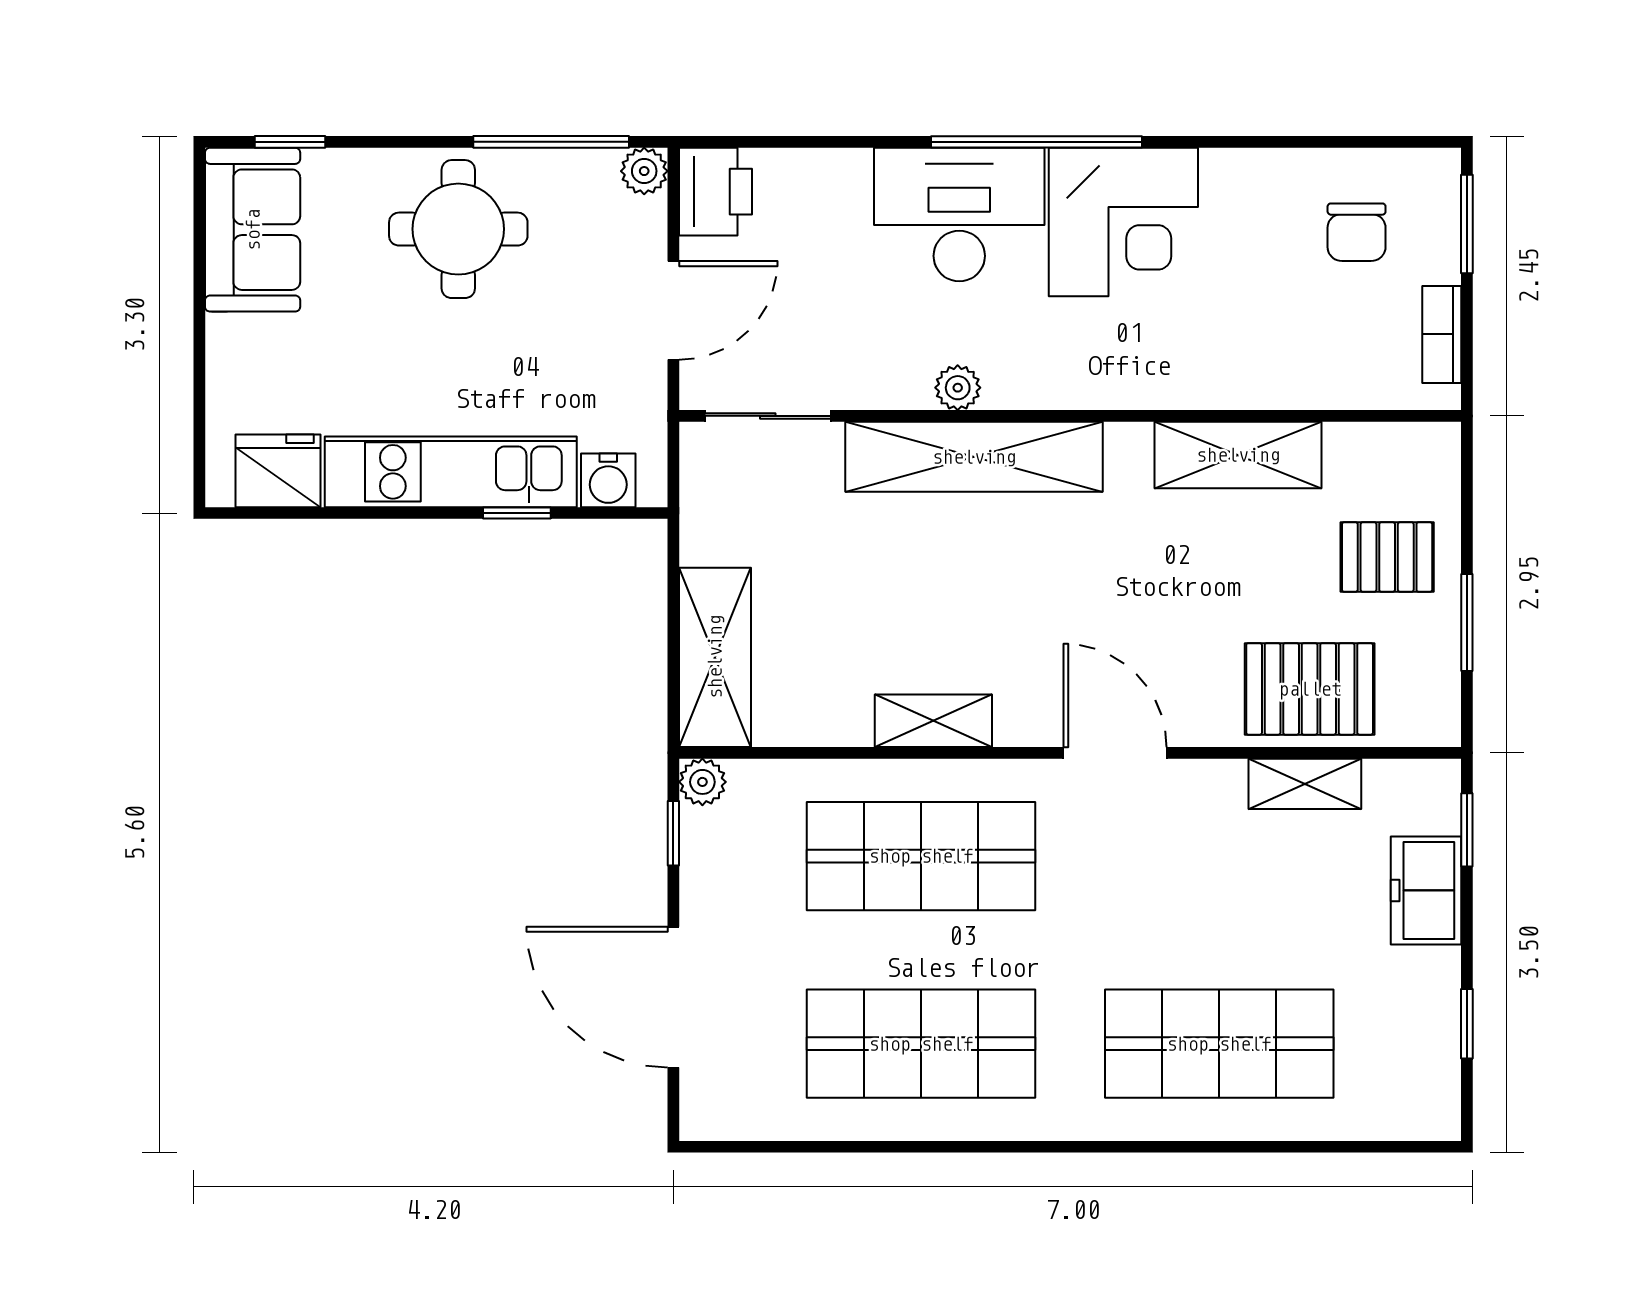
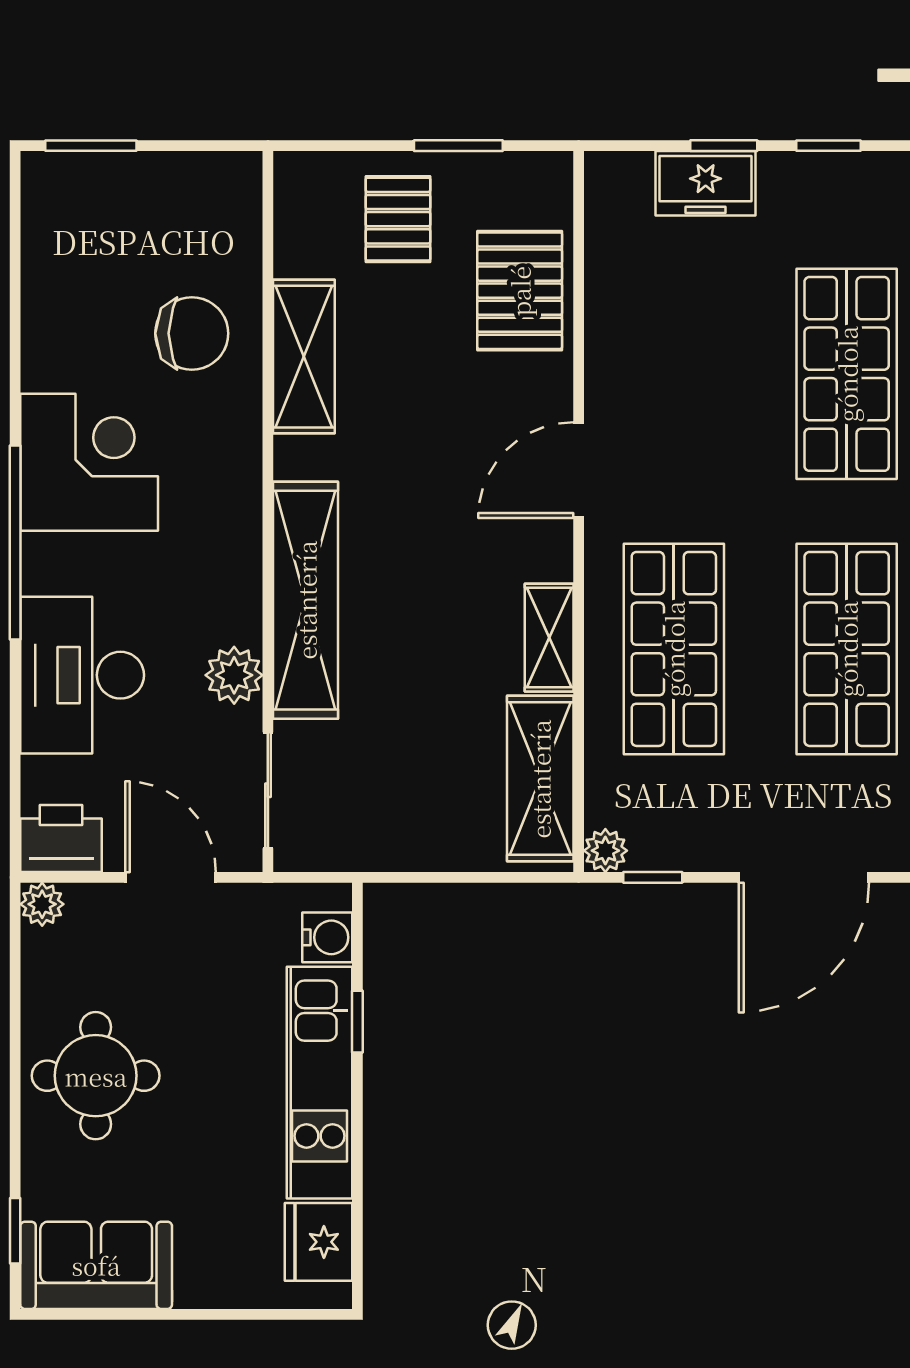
window: (551, 142) -> (15, 990), removed
desk: (959, 214) -> (82, 675), moved
chair: (1357, 232) -> (192, 333), moved, width x1.37, depth x1.37
bookcase: (1442, 334) -> (193, 169), removed
plant: (958, 388) -> (234, 675), moved, width x1.38, depth x1.38
shelving: (715, 657) -> (540, 779), moved, turned 90
shelving: (1305, 784) -> (607, 295), removed
window: (1467, 830) -> (724, 146), moved

